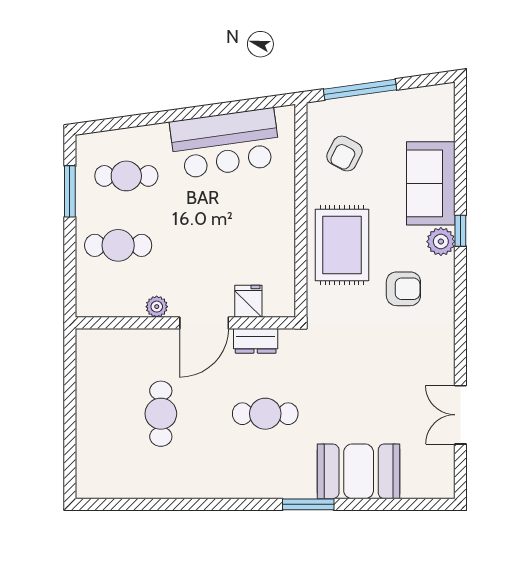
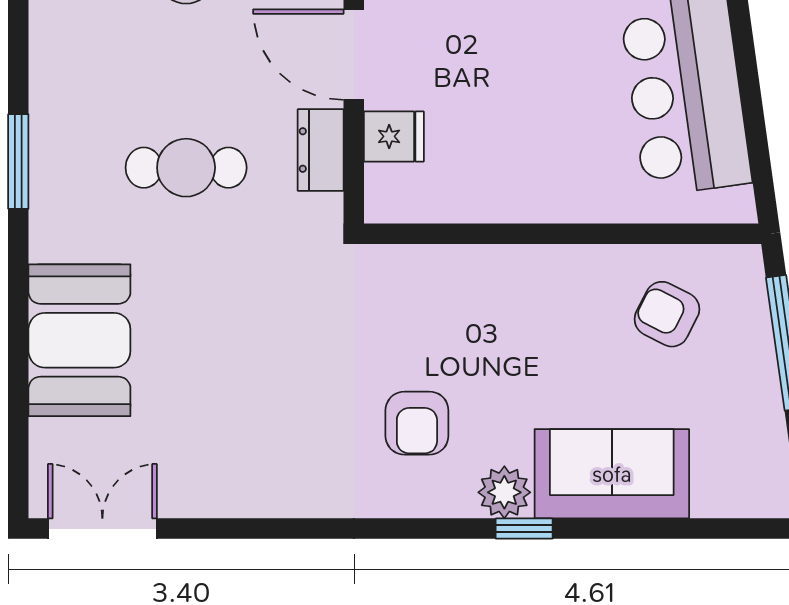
rug: (342, 245) -> (498, 310), removed
cafe table: (265, 414) -> (186, 168), turned 90
double door: (460, 415) -> (102, 529), moved
window: (308, 504) -> (18, 161), moved

